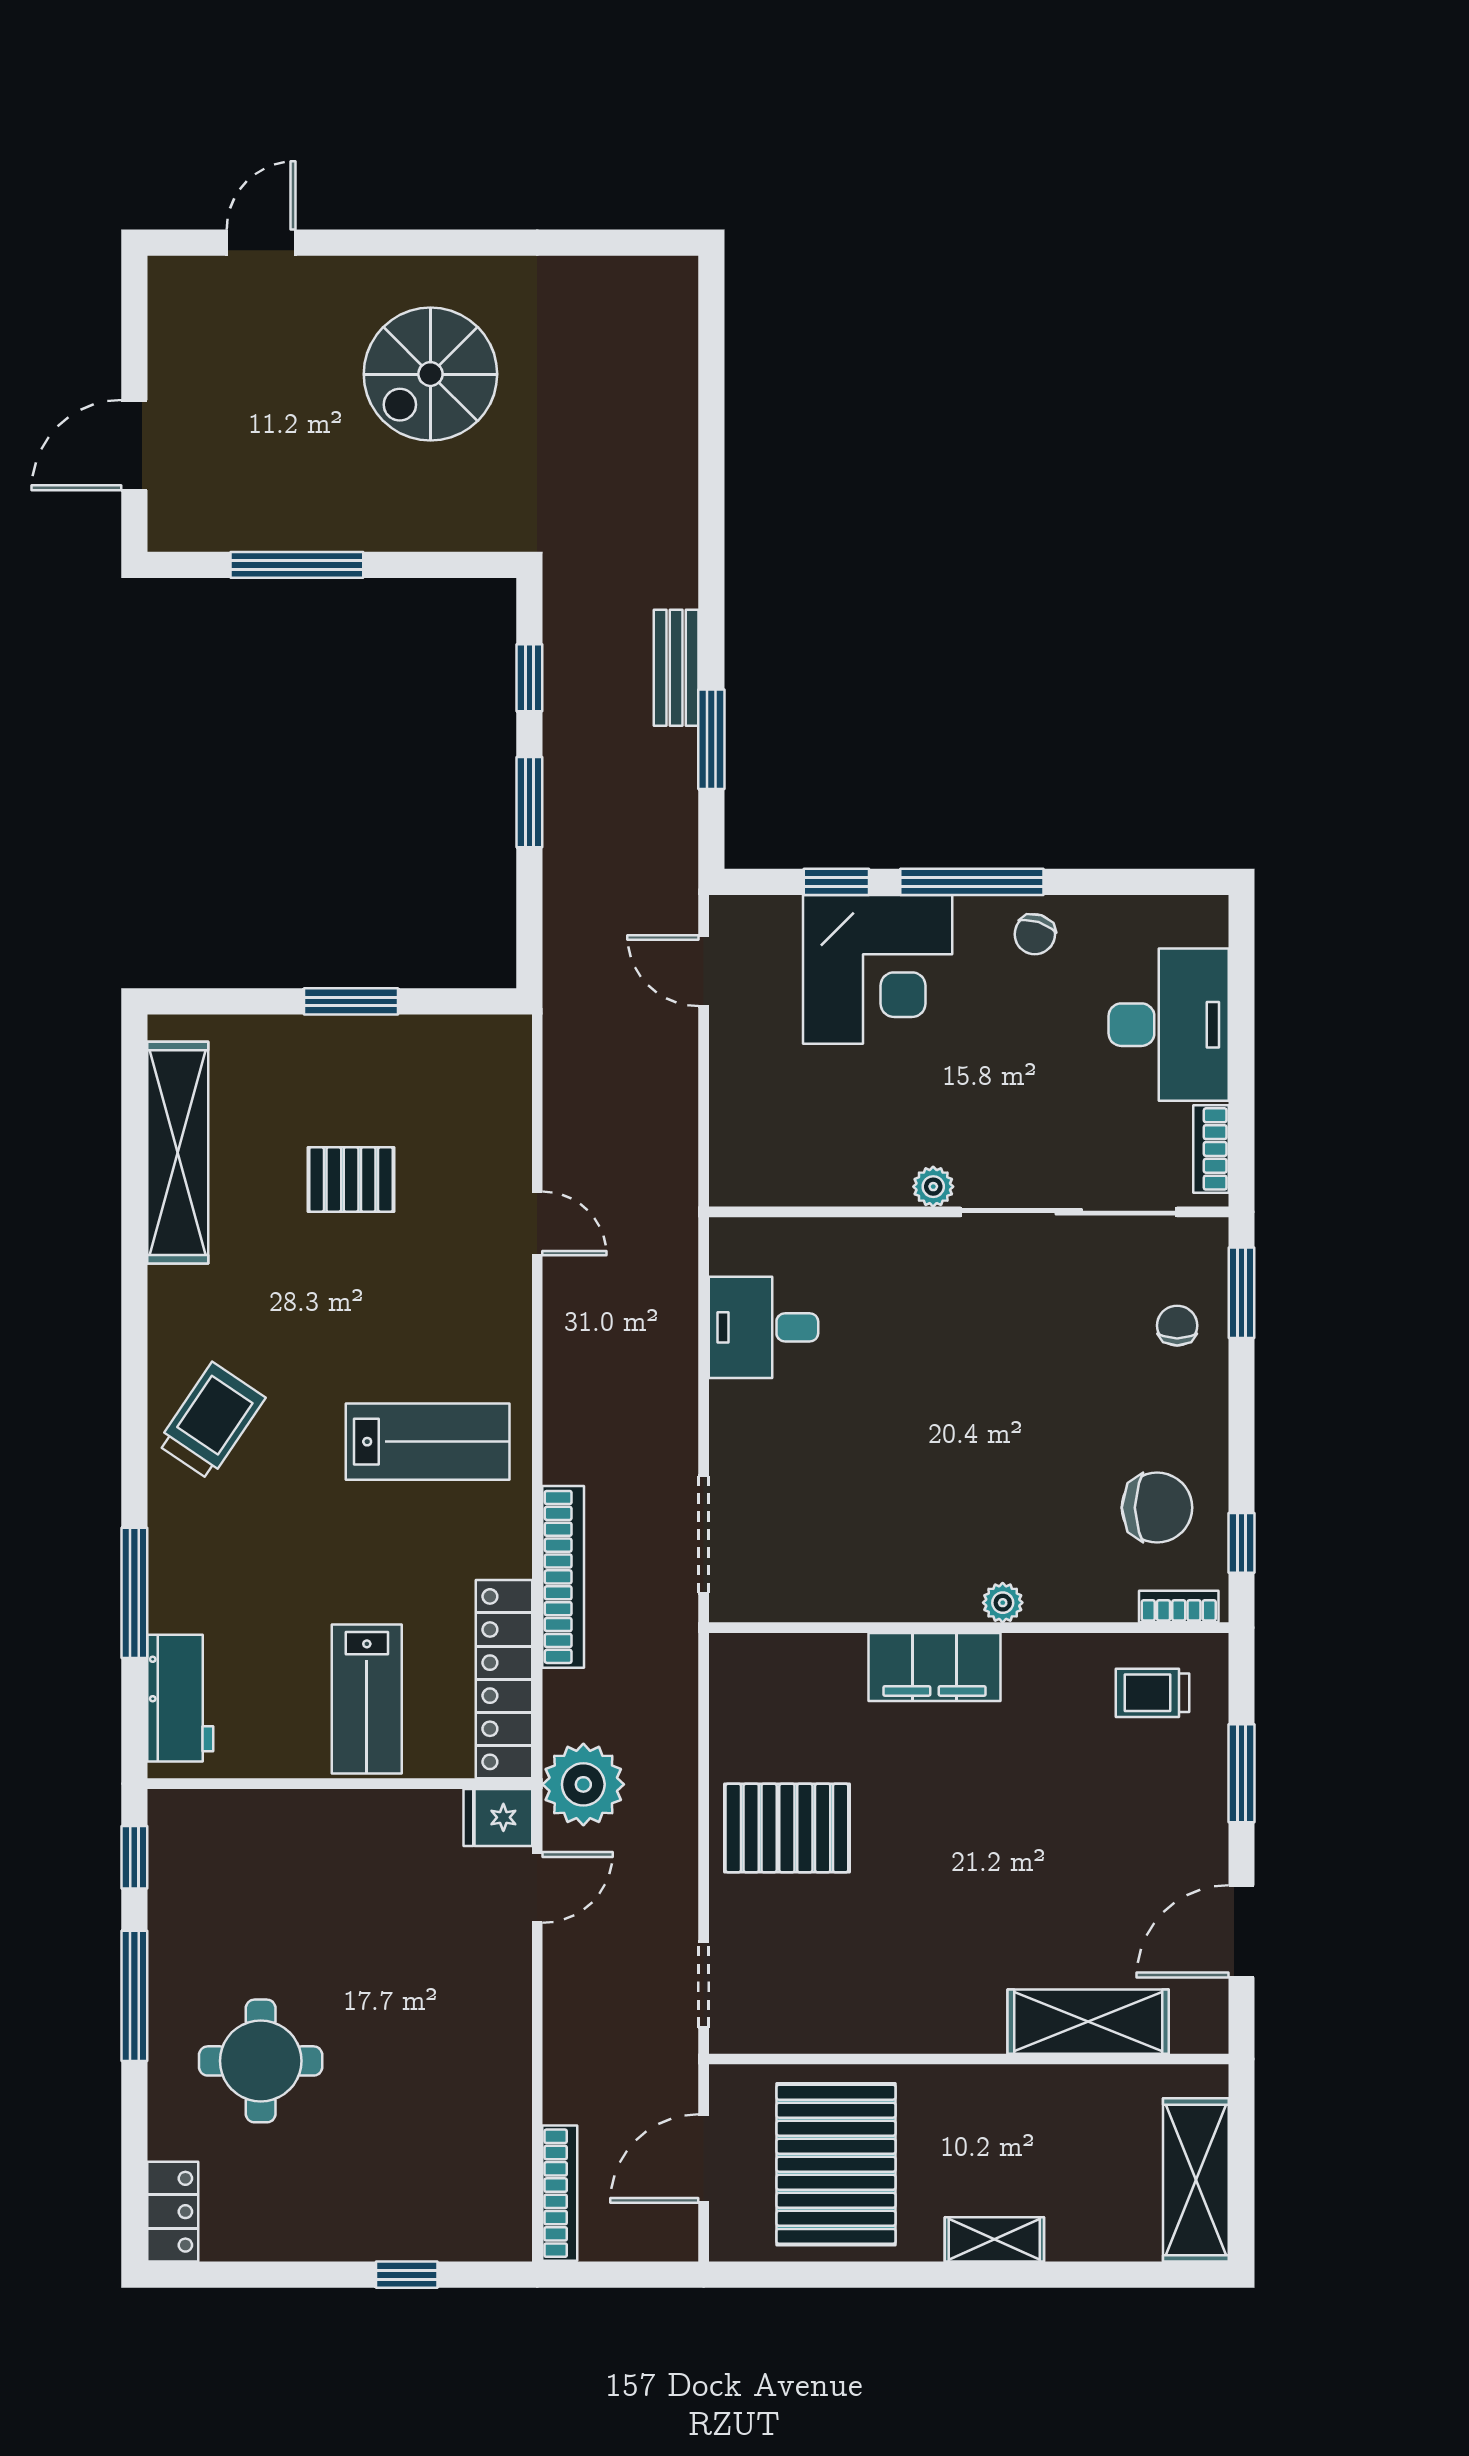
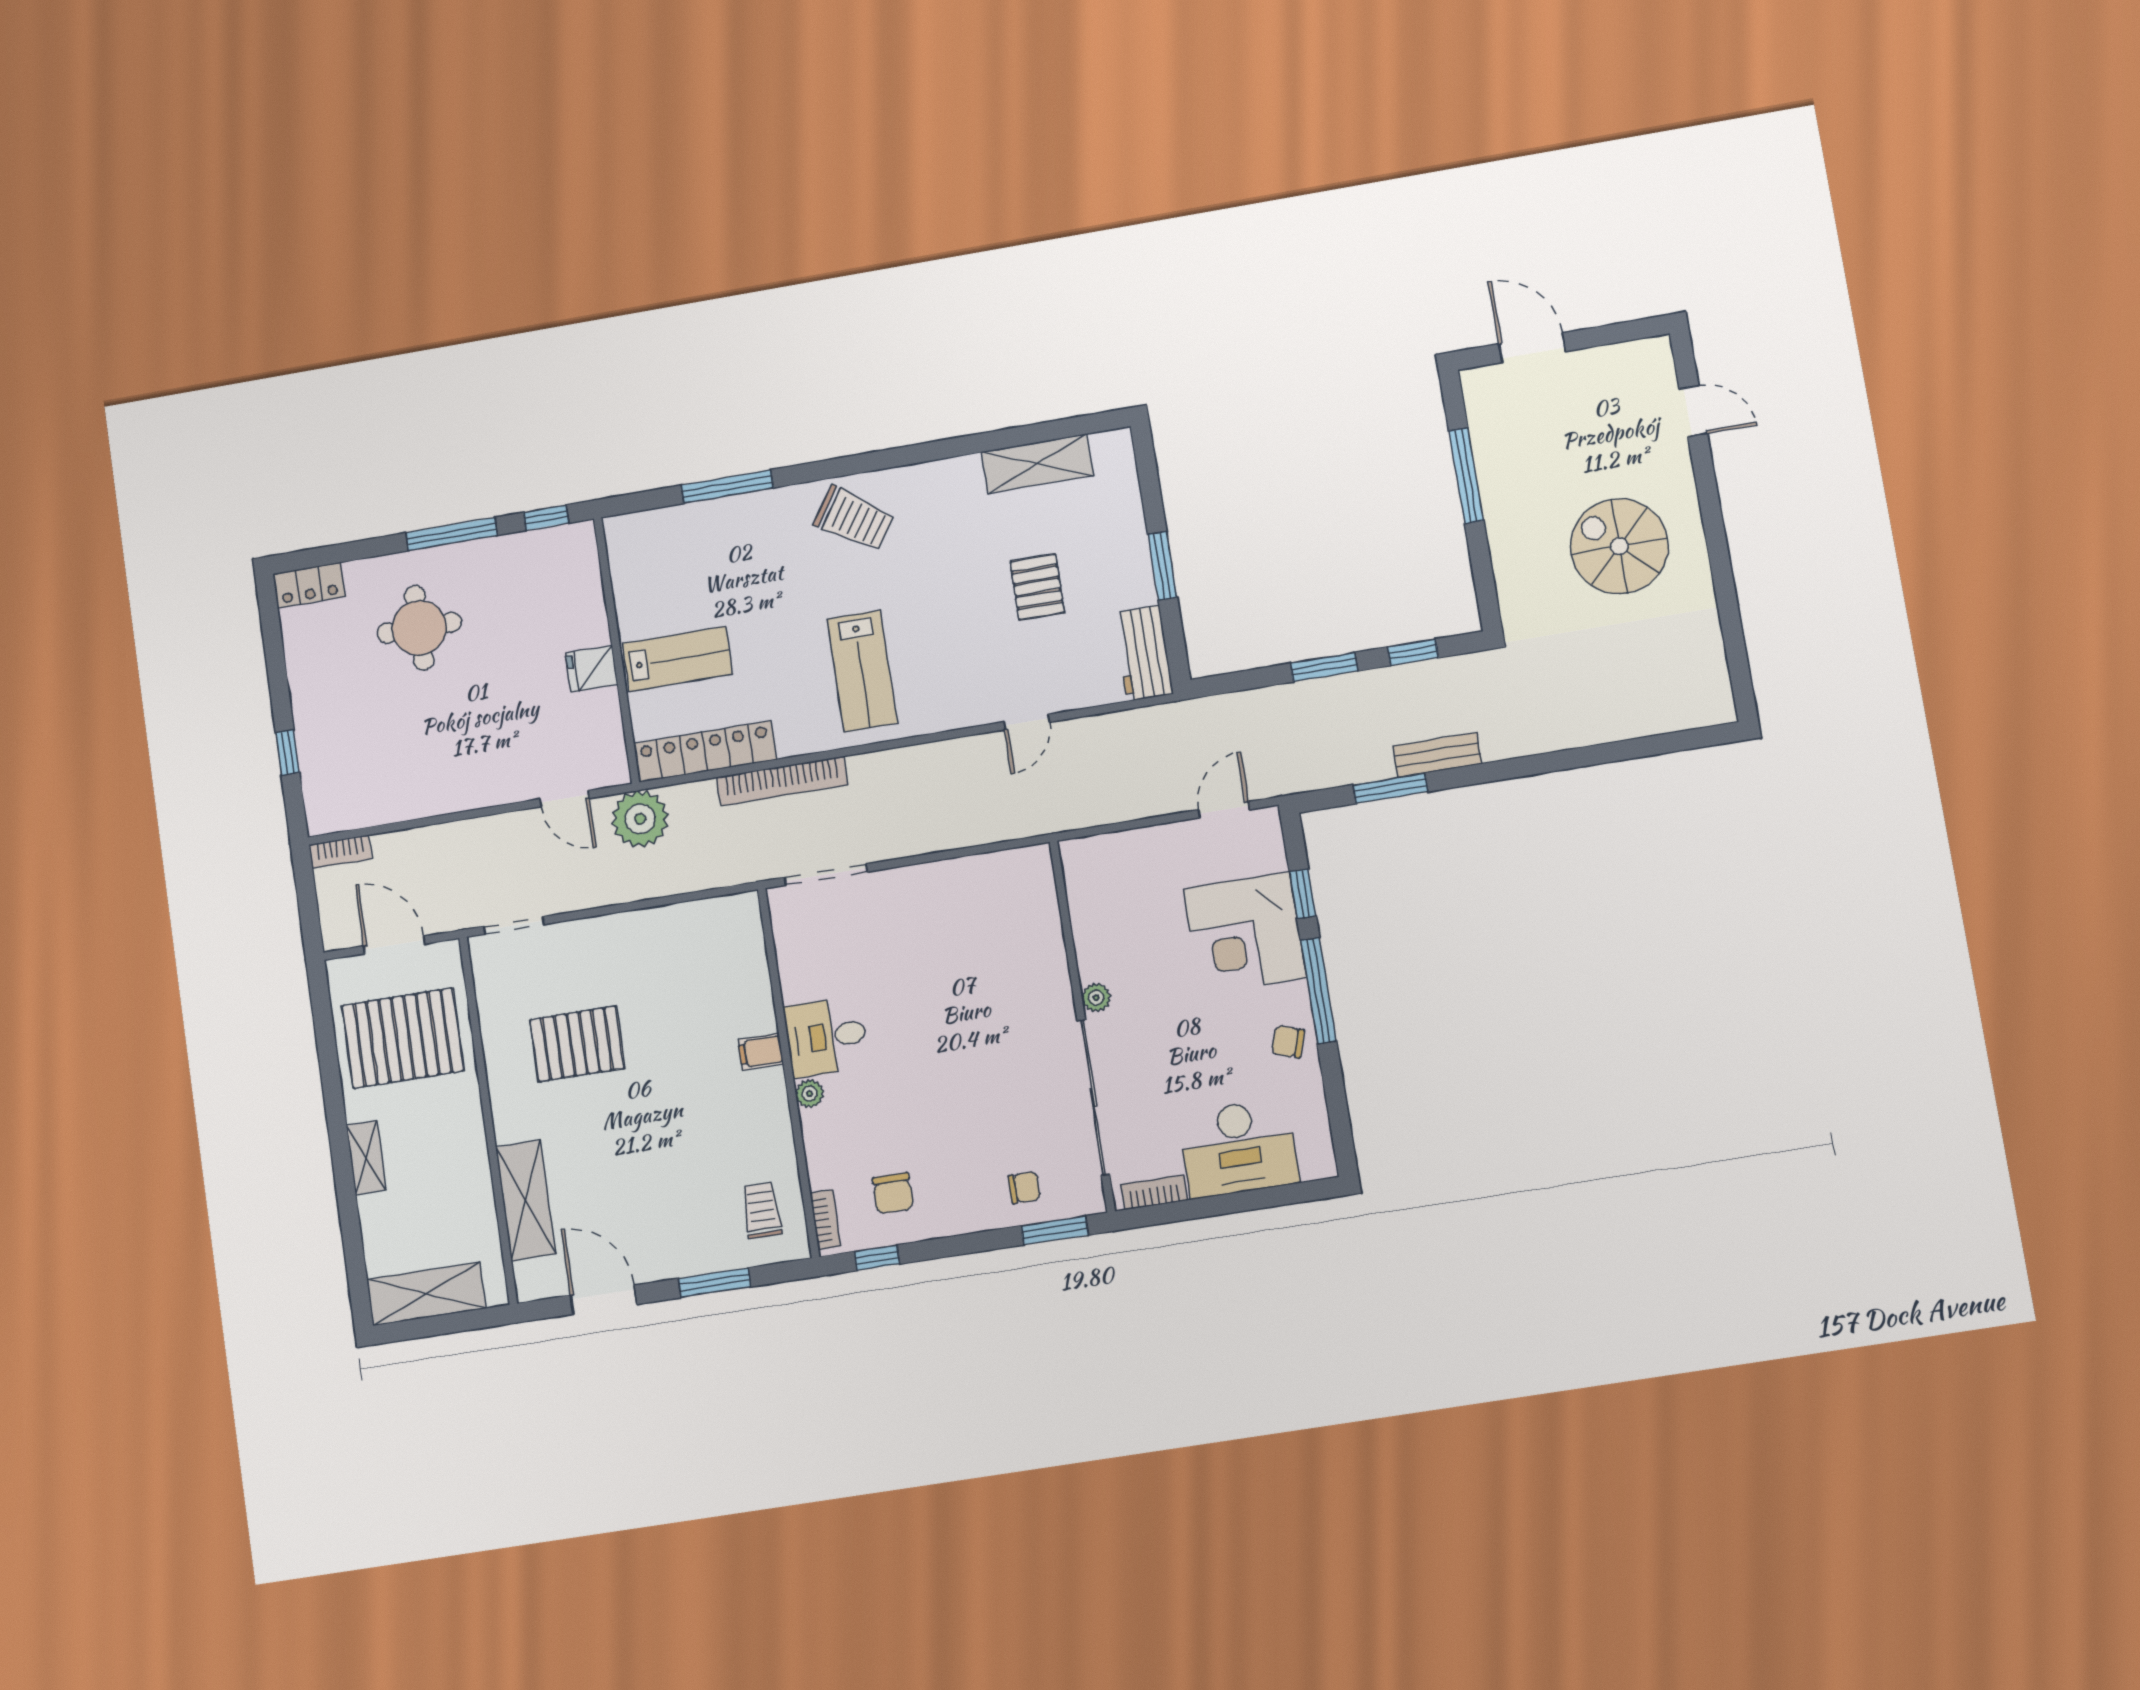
shelving: (178, 1153) -> (1037, 464), width x0.68
desk: (763, 1327) -> (826, 1037), moved, turned -90
chair: (1157, 1508) -> (893, 1193), width x0.73, depth x0.73
filing cabinet: (934, 1667) -> (761, 1052), width x0.33, depth x0.86
workbench: (180, 1698) -> (1143, 653), moved, turned 90
lab bench: (367, 1699) -> (677, 659), turned 180
fridge: (498, 1817) -> (592, 669), moved, turned -90
pallet: (787, 1828) -> (577, 1044), moved, turned 90
bookcase: (560, 2193) -> (340, 852), width x0.64

